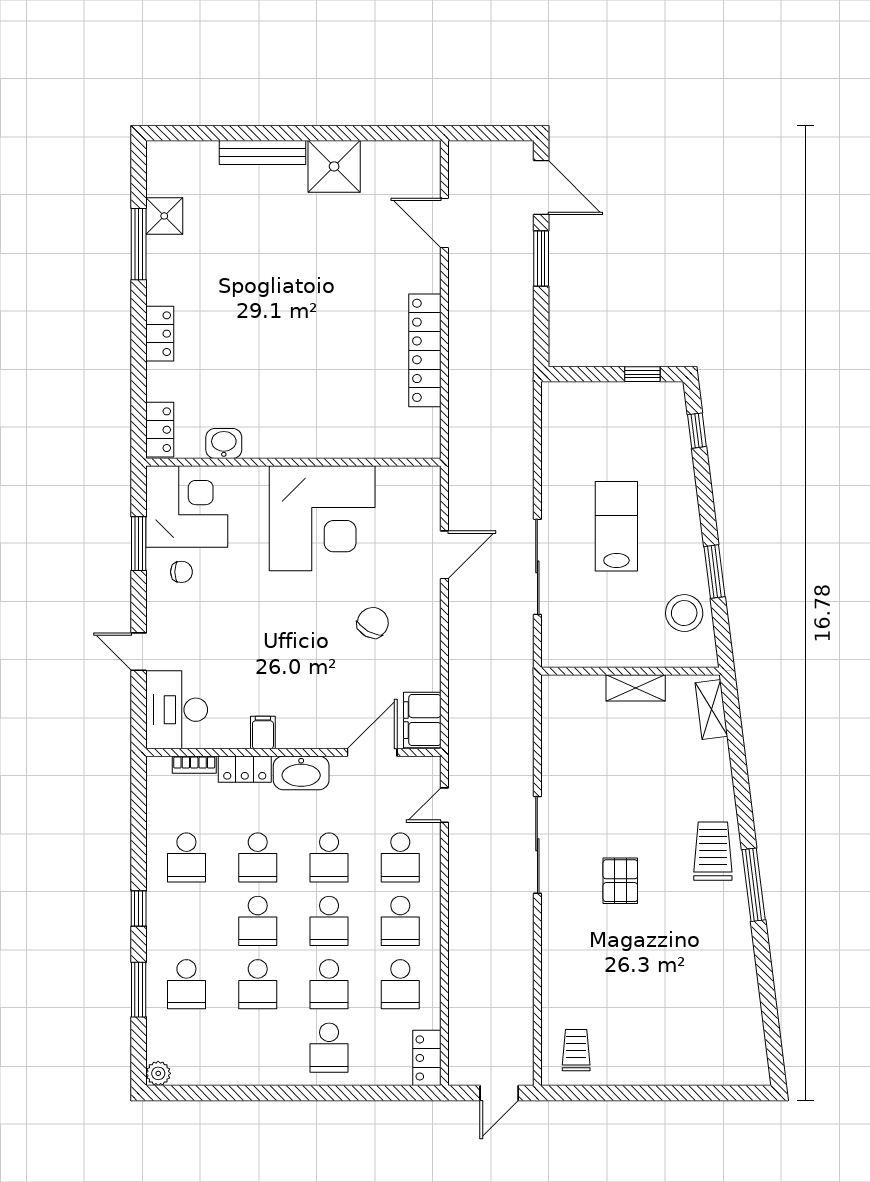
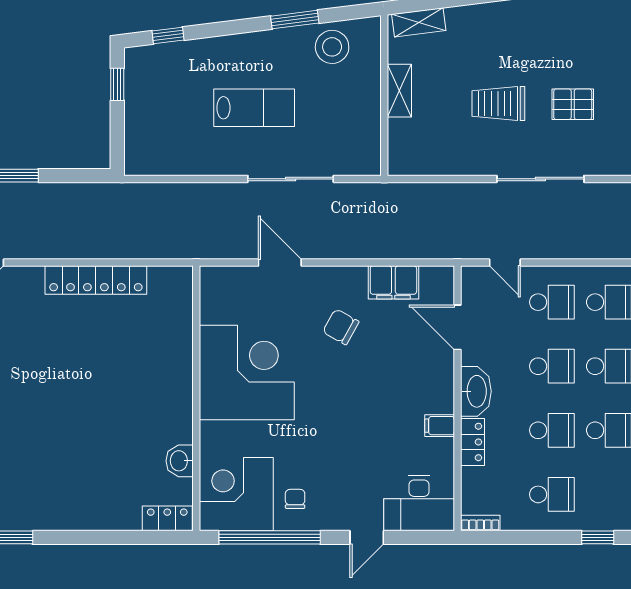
locker: (160, 334) -> (81, 518), removed
lab bench: (616, 526) -> (254, 108), turned 180
window: (139, 544) -> (270, 537), width x2.11
filing cabinet: (422, 720) -> (393, 282), moved
bookcase: (194, 765) -> (480, 523), moved, turned -90
trolley: (713, 851) -> (498, 104), moved

